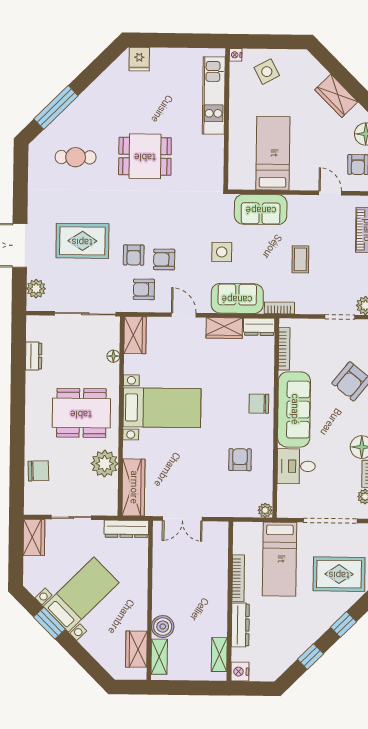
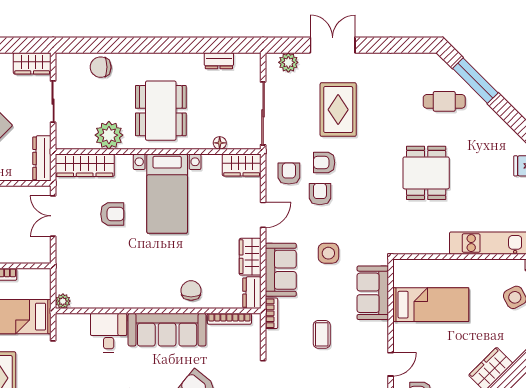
cafe table: (76, 157) -> (444, 101), moved, turned 90
coffee table: (300, 259) -> (322, 334), turned 90
chair: (259, 404) -> (191, 291), moved
armchair: (240, 460) -> (112, 214), moved
chair: (38, 471) -> (101, 67), turned 92

